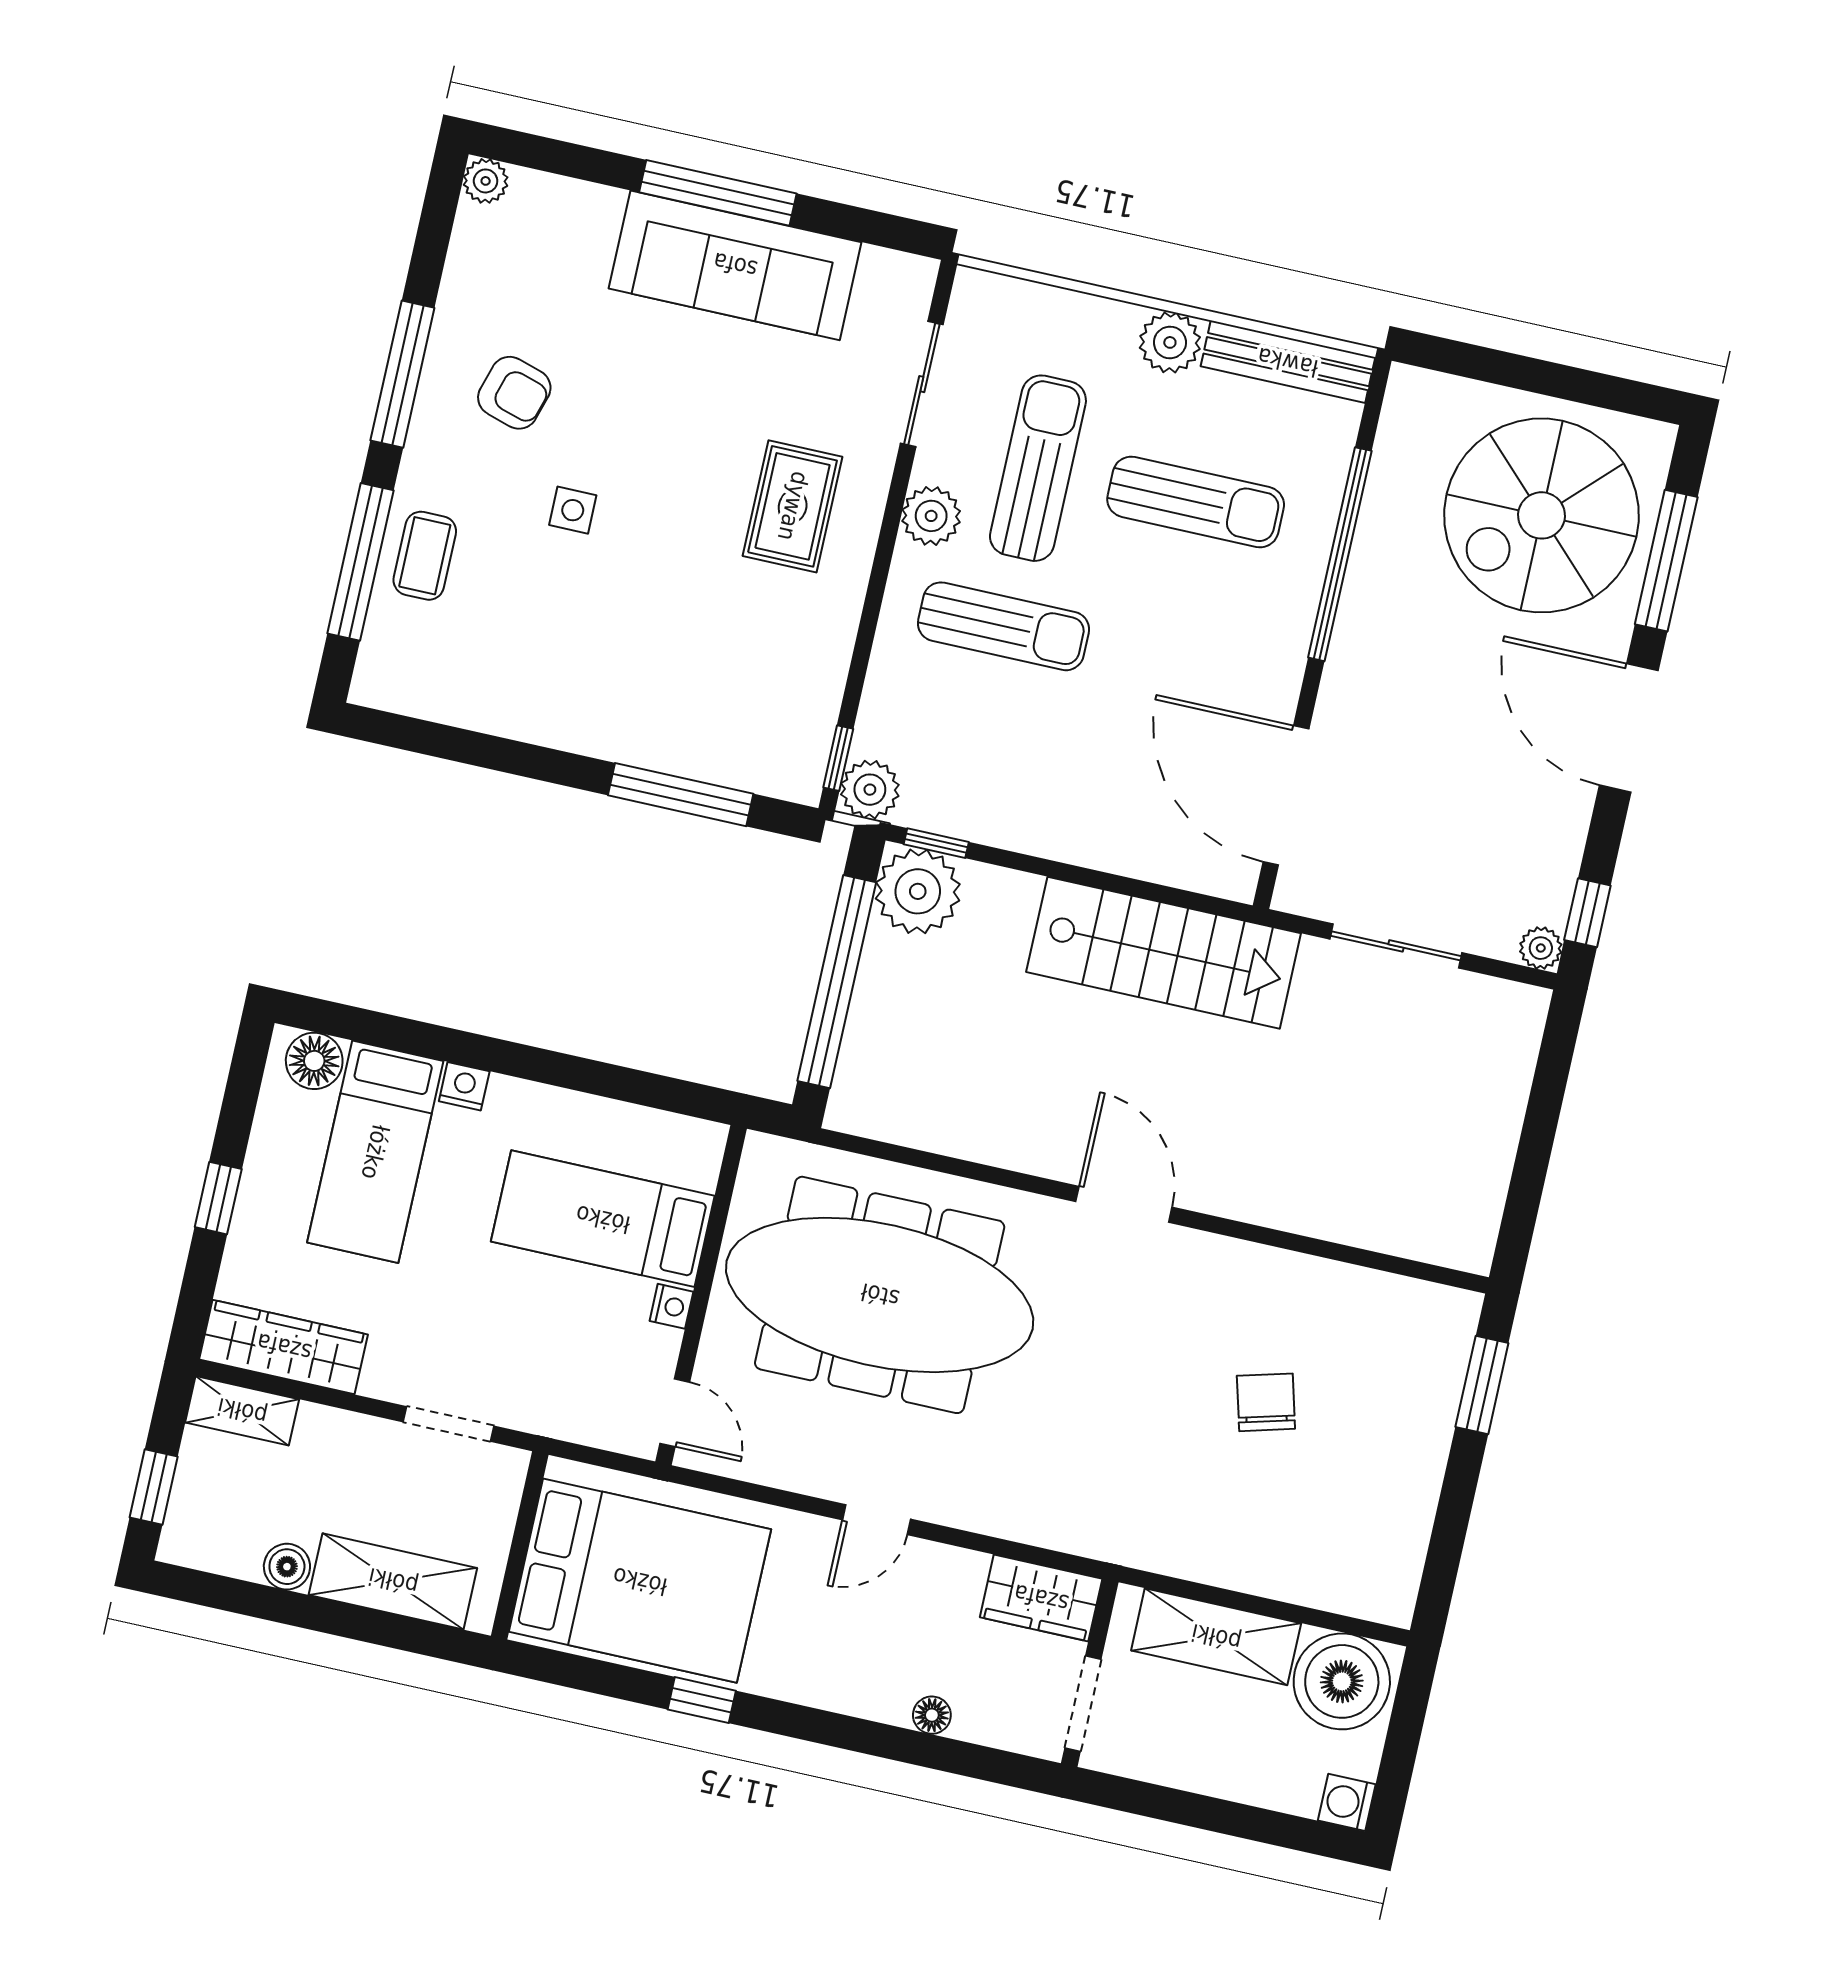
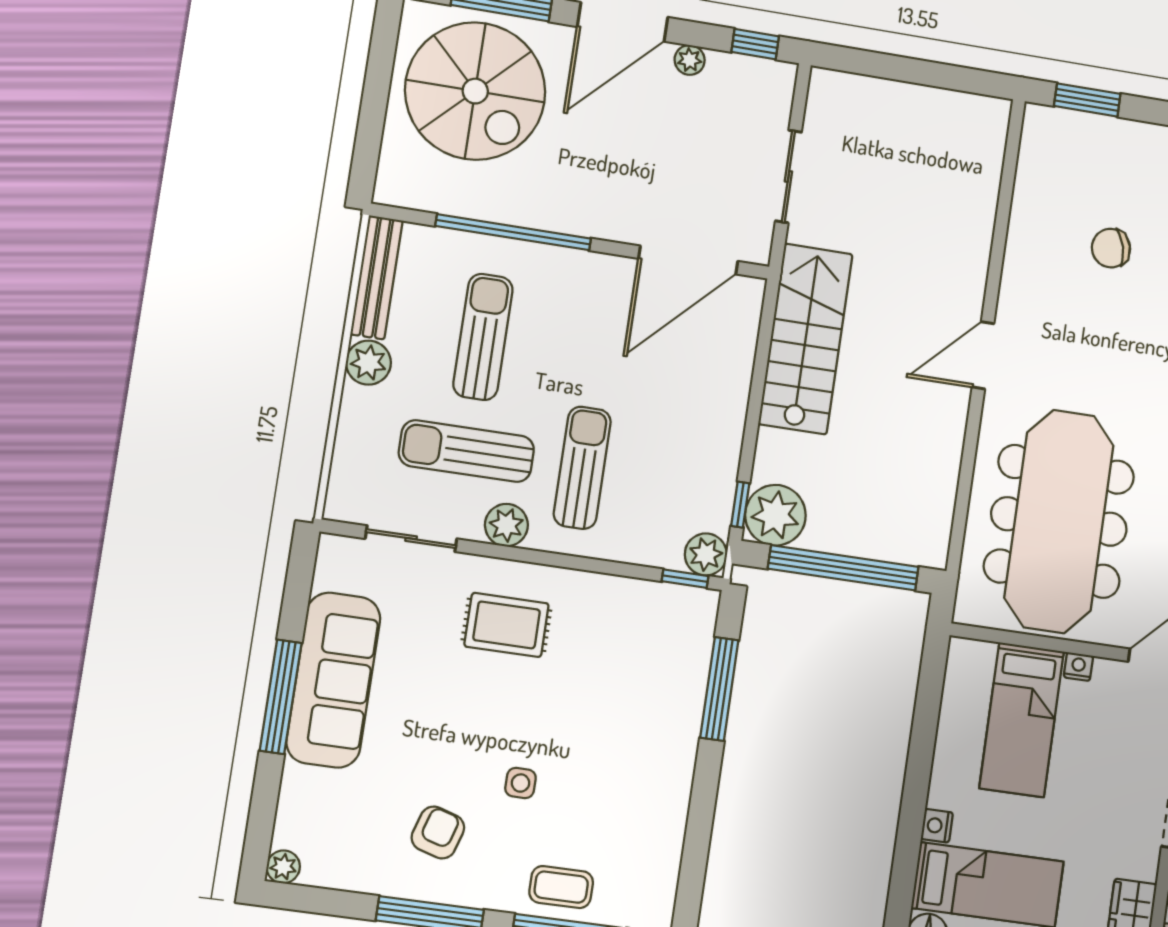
plant: (1541, 948) -> (690, 60), moved

